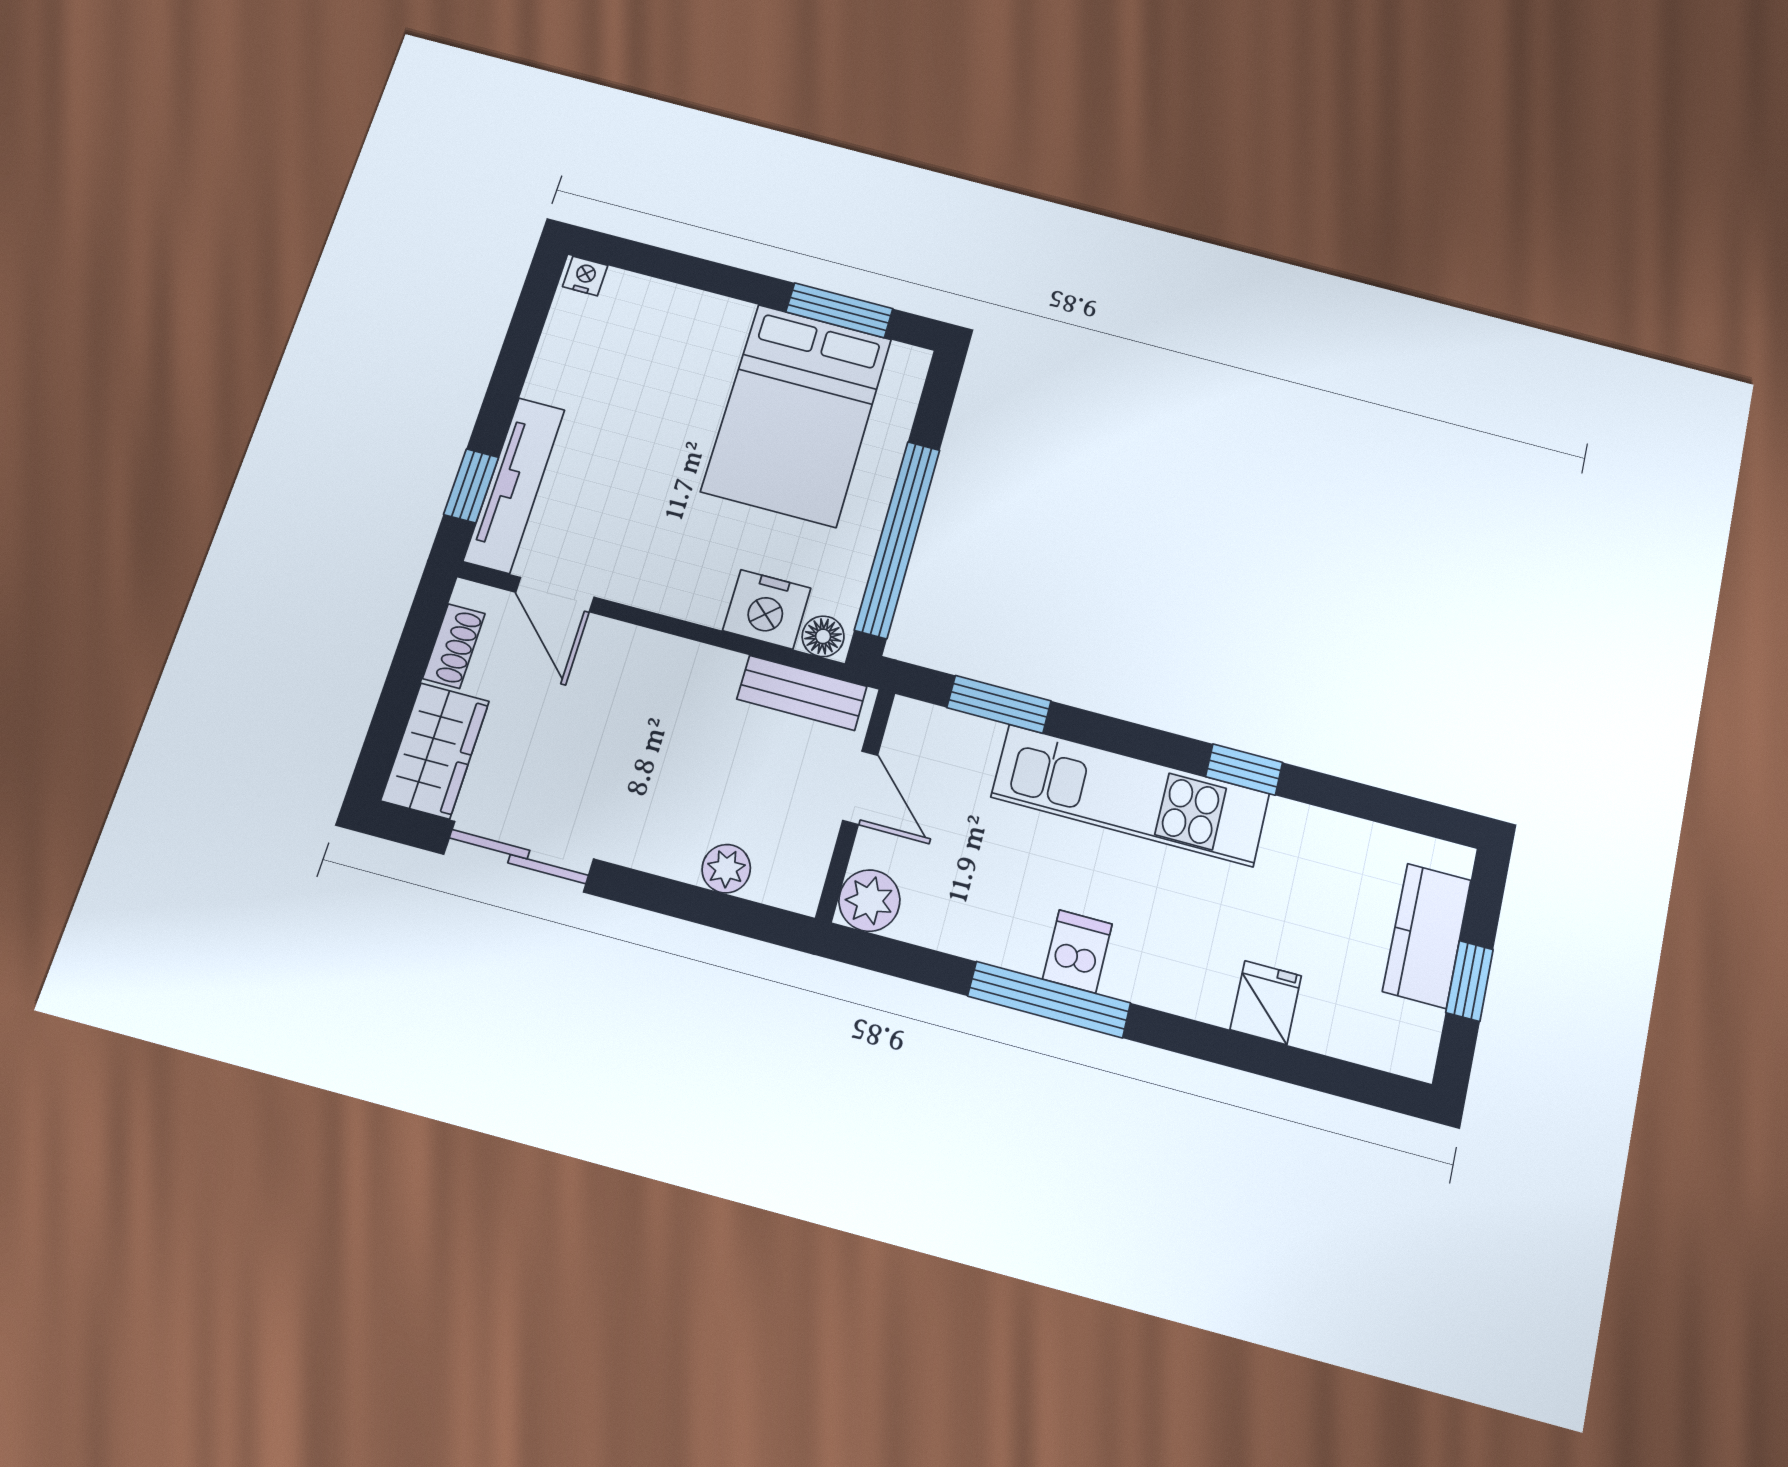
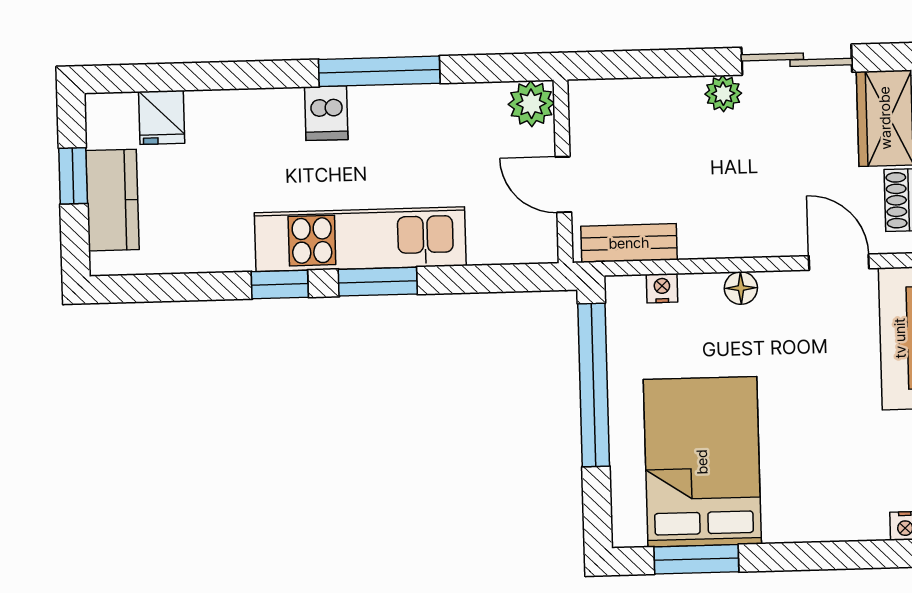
nightstand: (767, 609) -> (662, 288), width x0.53, depth x0.56
floor lamp: (823, 636) -> (741, 288), moved
window: (999, 704) -> (378, 282), moved
plant: (726, 869) -> (723, 94), moved
dishwasher: (1077, 951) -> (326, 113), moved
fridge: (1266, 1003) -> (162, 117), moved

